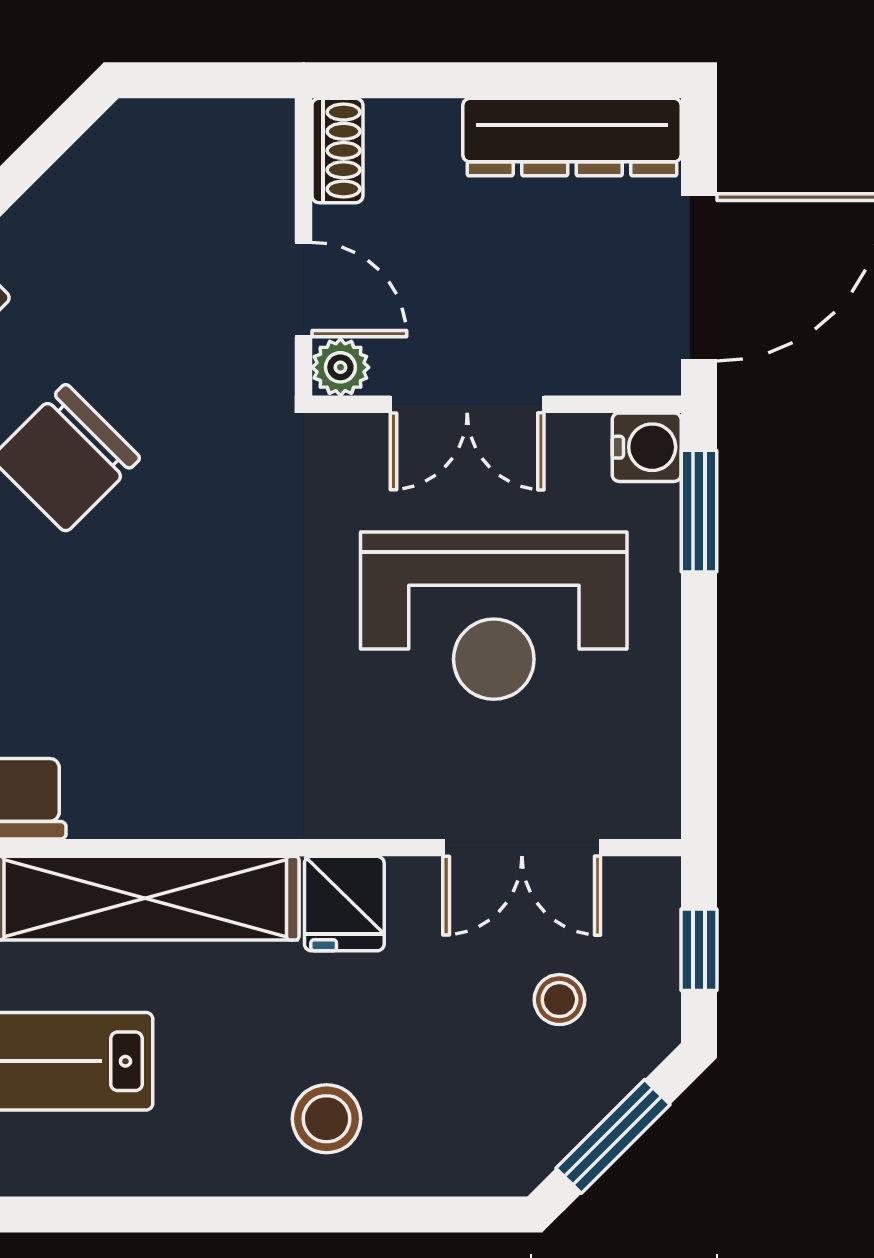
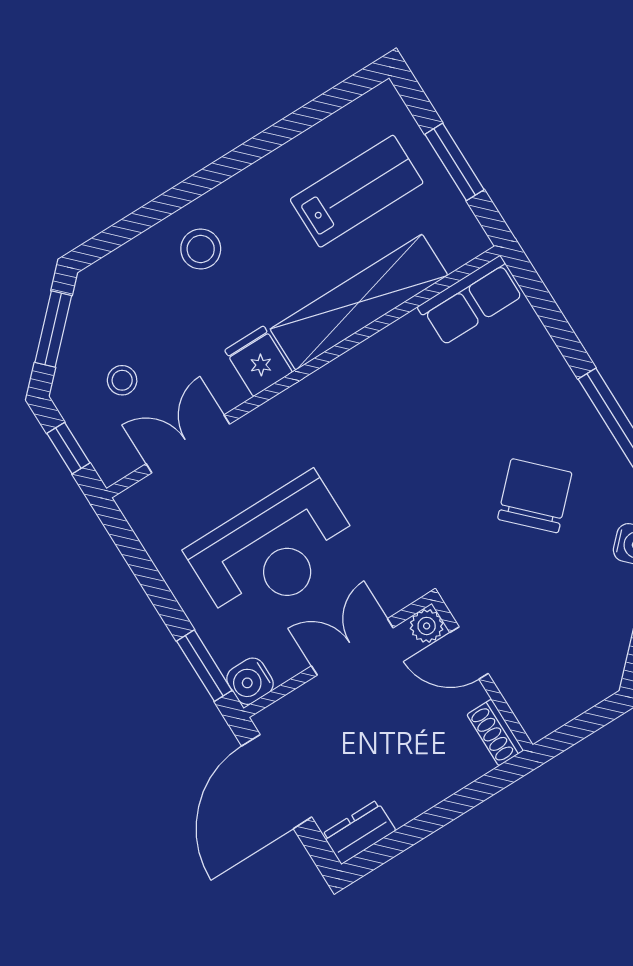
dresser: (572, 137) -> (359, 832), width x0.51, depth x0.80
reception desk: (494, 616) -> (274, 550), turned 180

